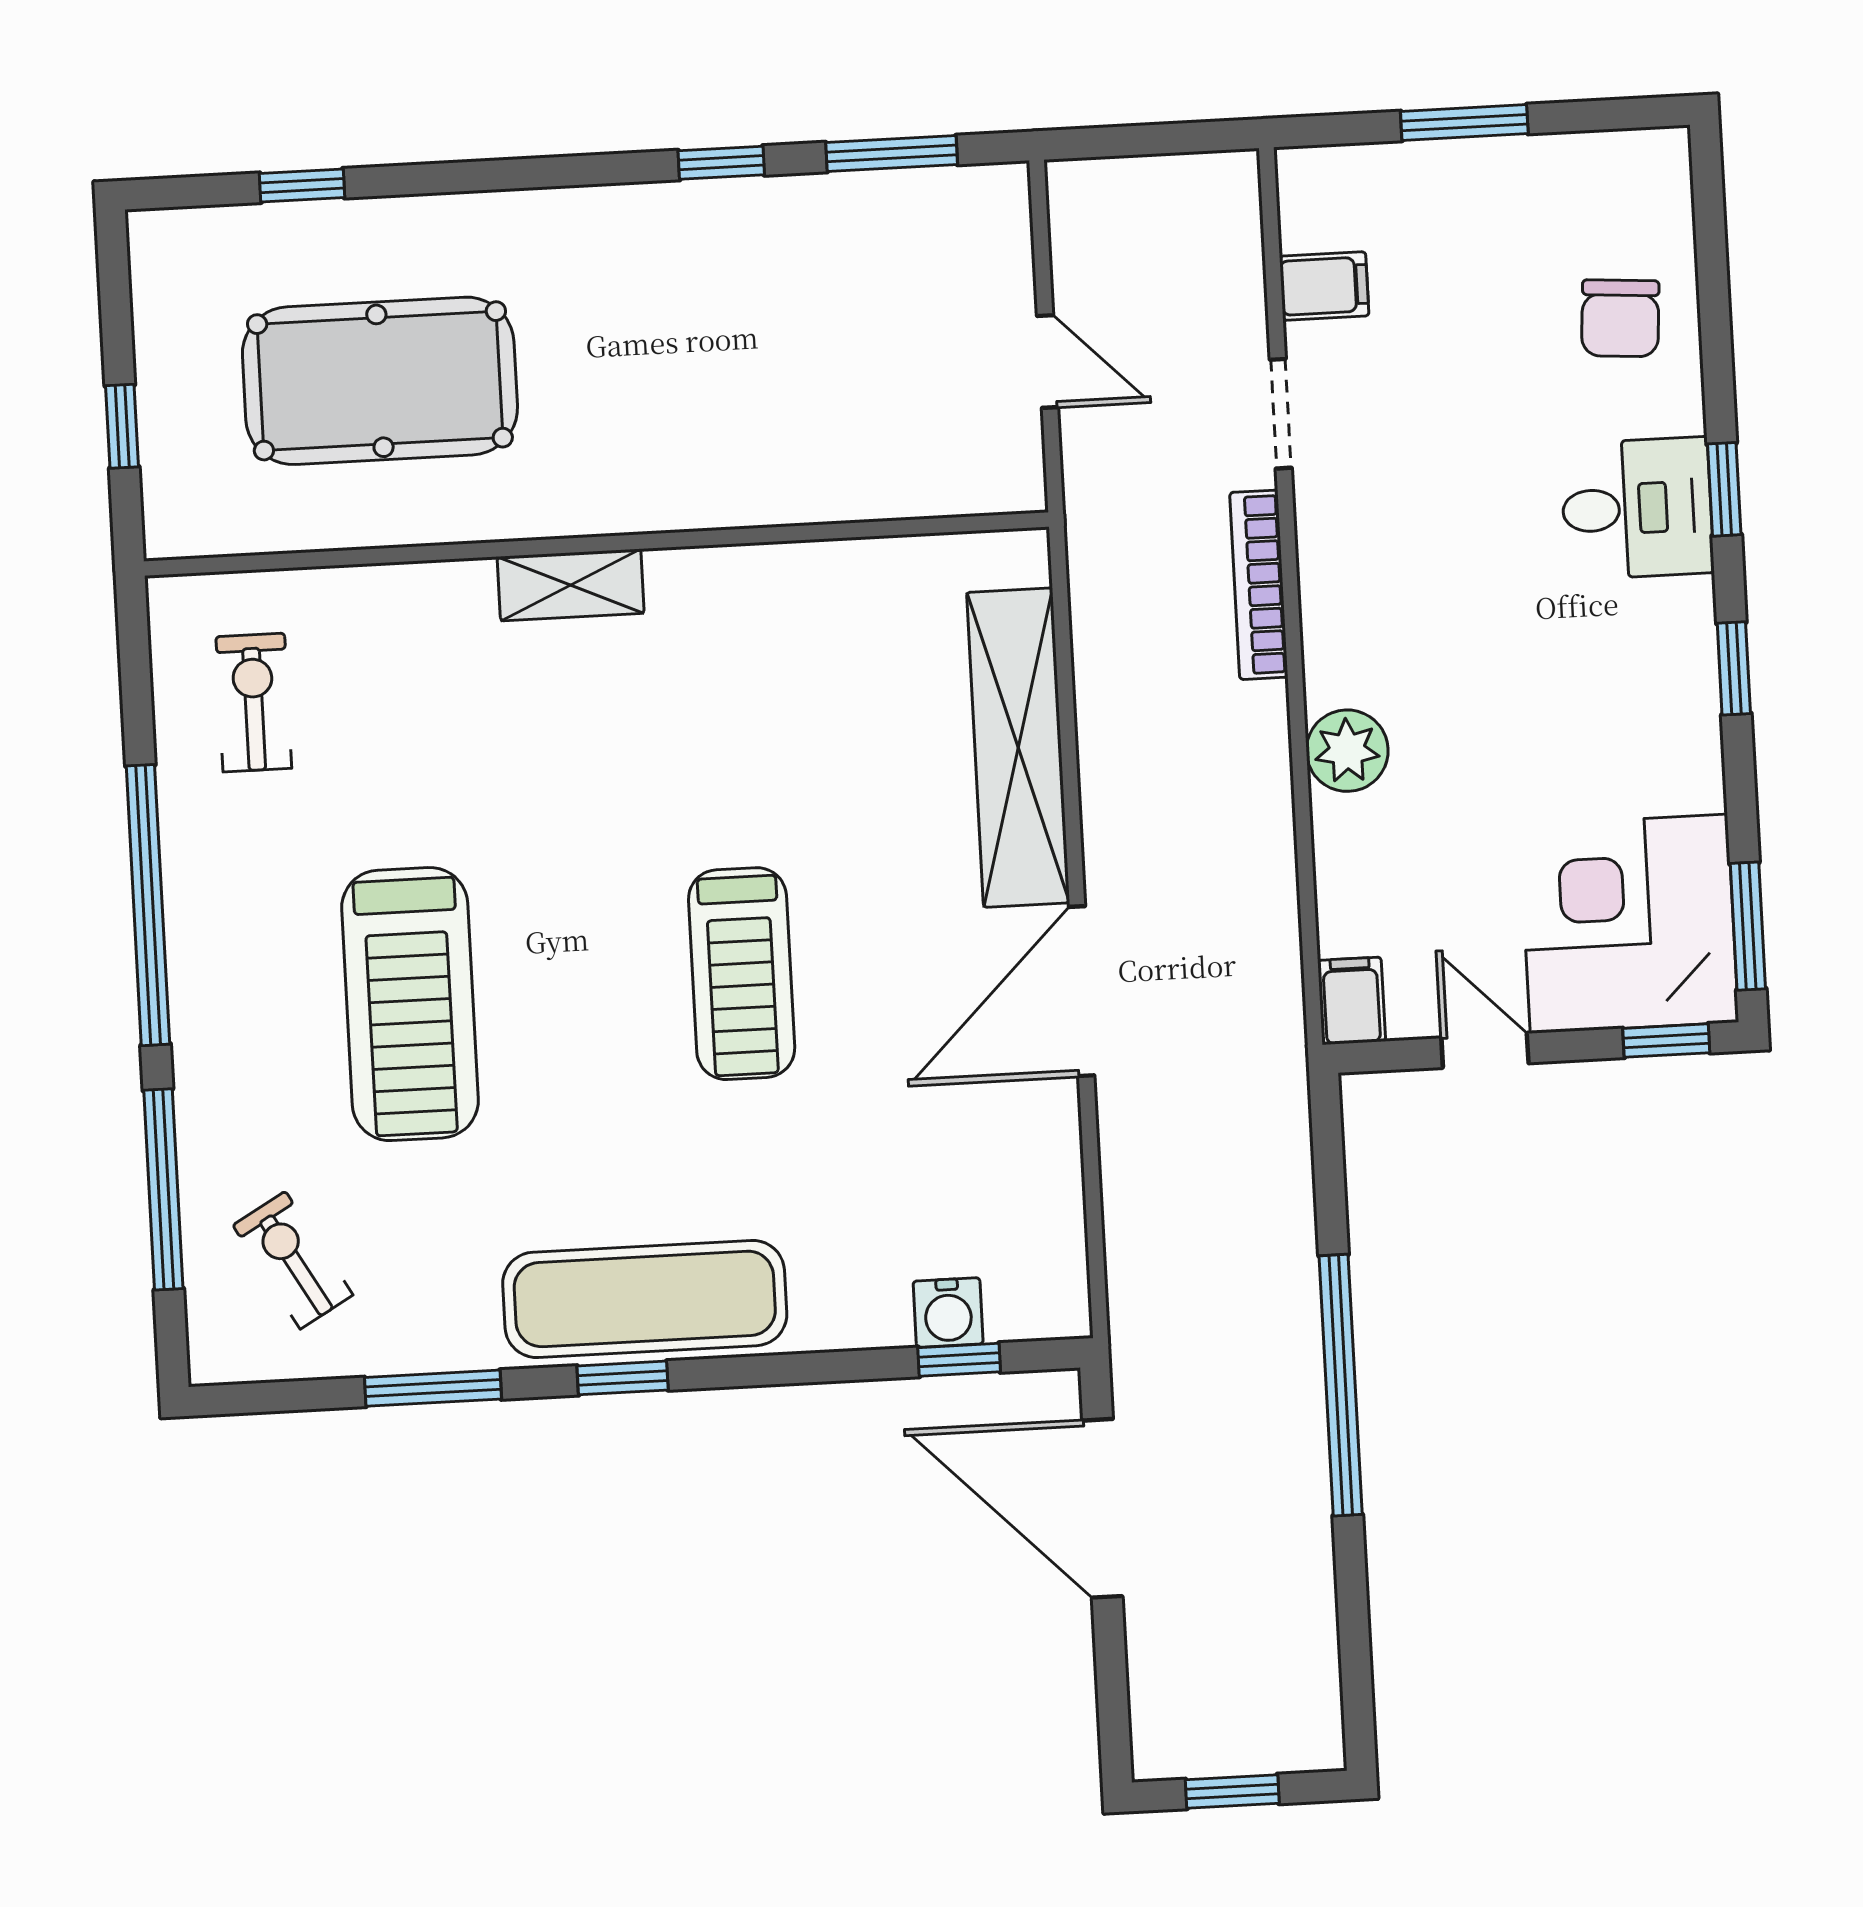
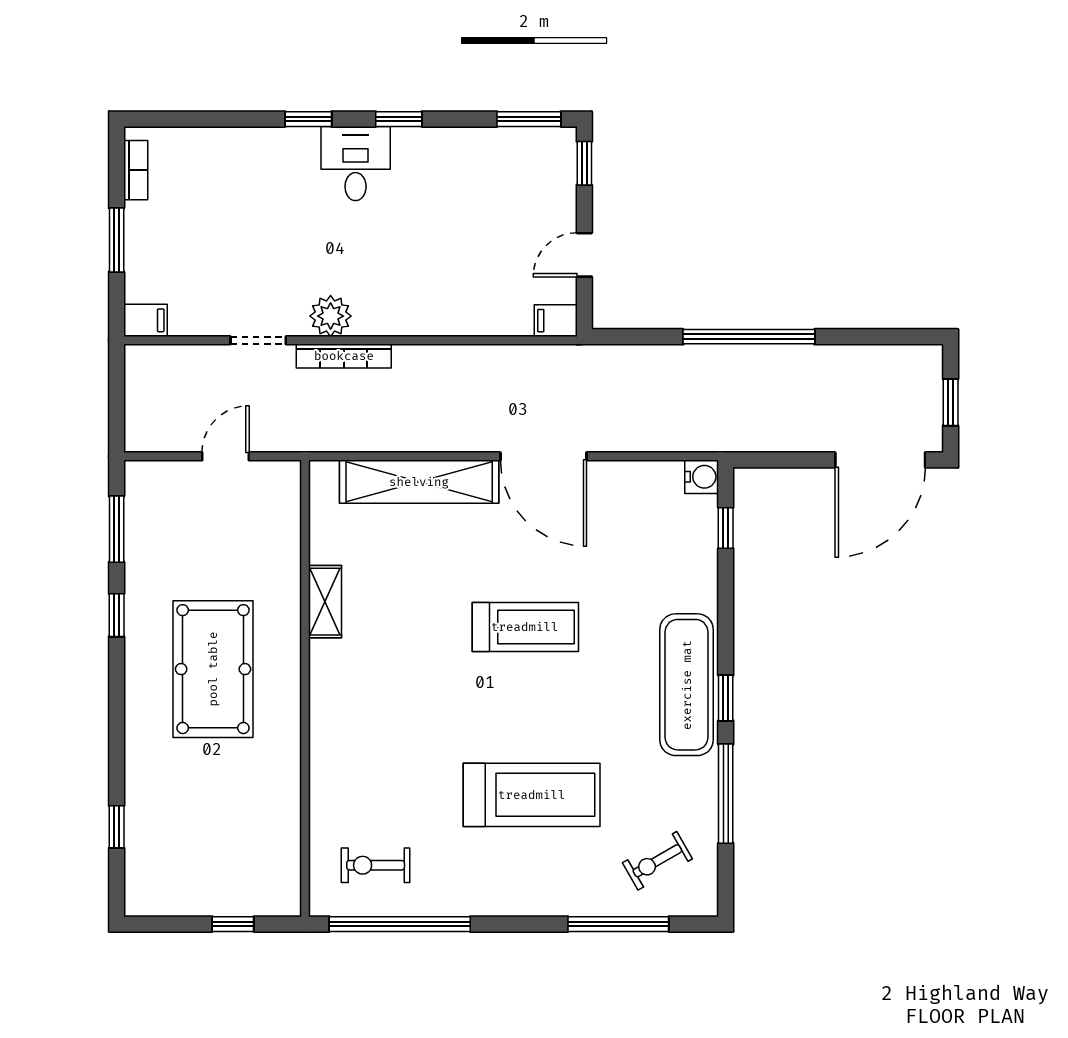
bookcase: (1605, 153) -> (136, 170), added
filing cabinet: (1324, 286) -> (146, 320), moved, turned 90
chair: (1620, 318) -> (219, 167), removed
pool table: (380, 381) -> (213, 669), moved
desk: (1637, 508) -> (356, 164), moved
shelving: (571, 585) -> (325, 602), moved
plant: (1347, 751) -> (331, 316), moved
window: (148, 905) -> (400, 924), moved
corner desk: (1629, 924) -> (524, 179), removed
water cooler: (948, 1313) -> (702, 477), moved
window: (433, 1388) -> (726, 794), width x1.44
door: (1102, 1508) -> (880, 460), moved

